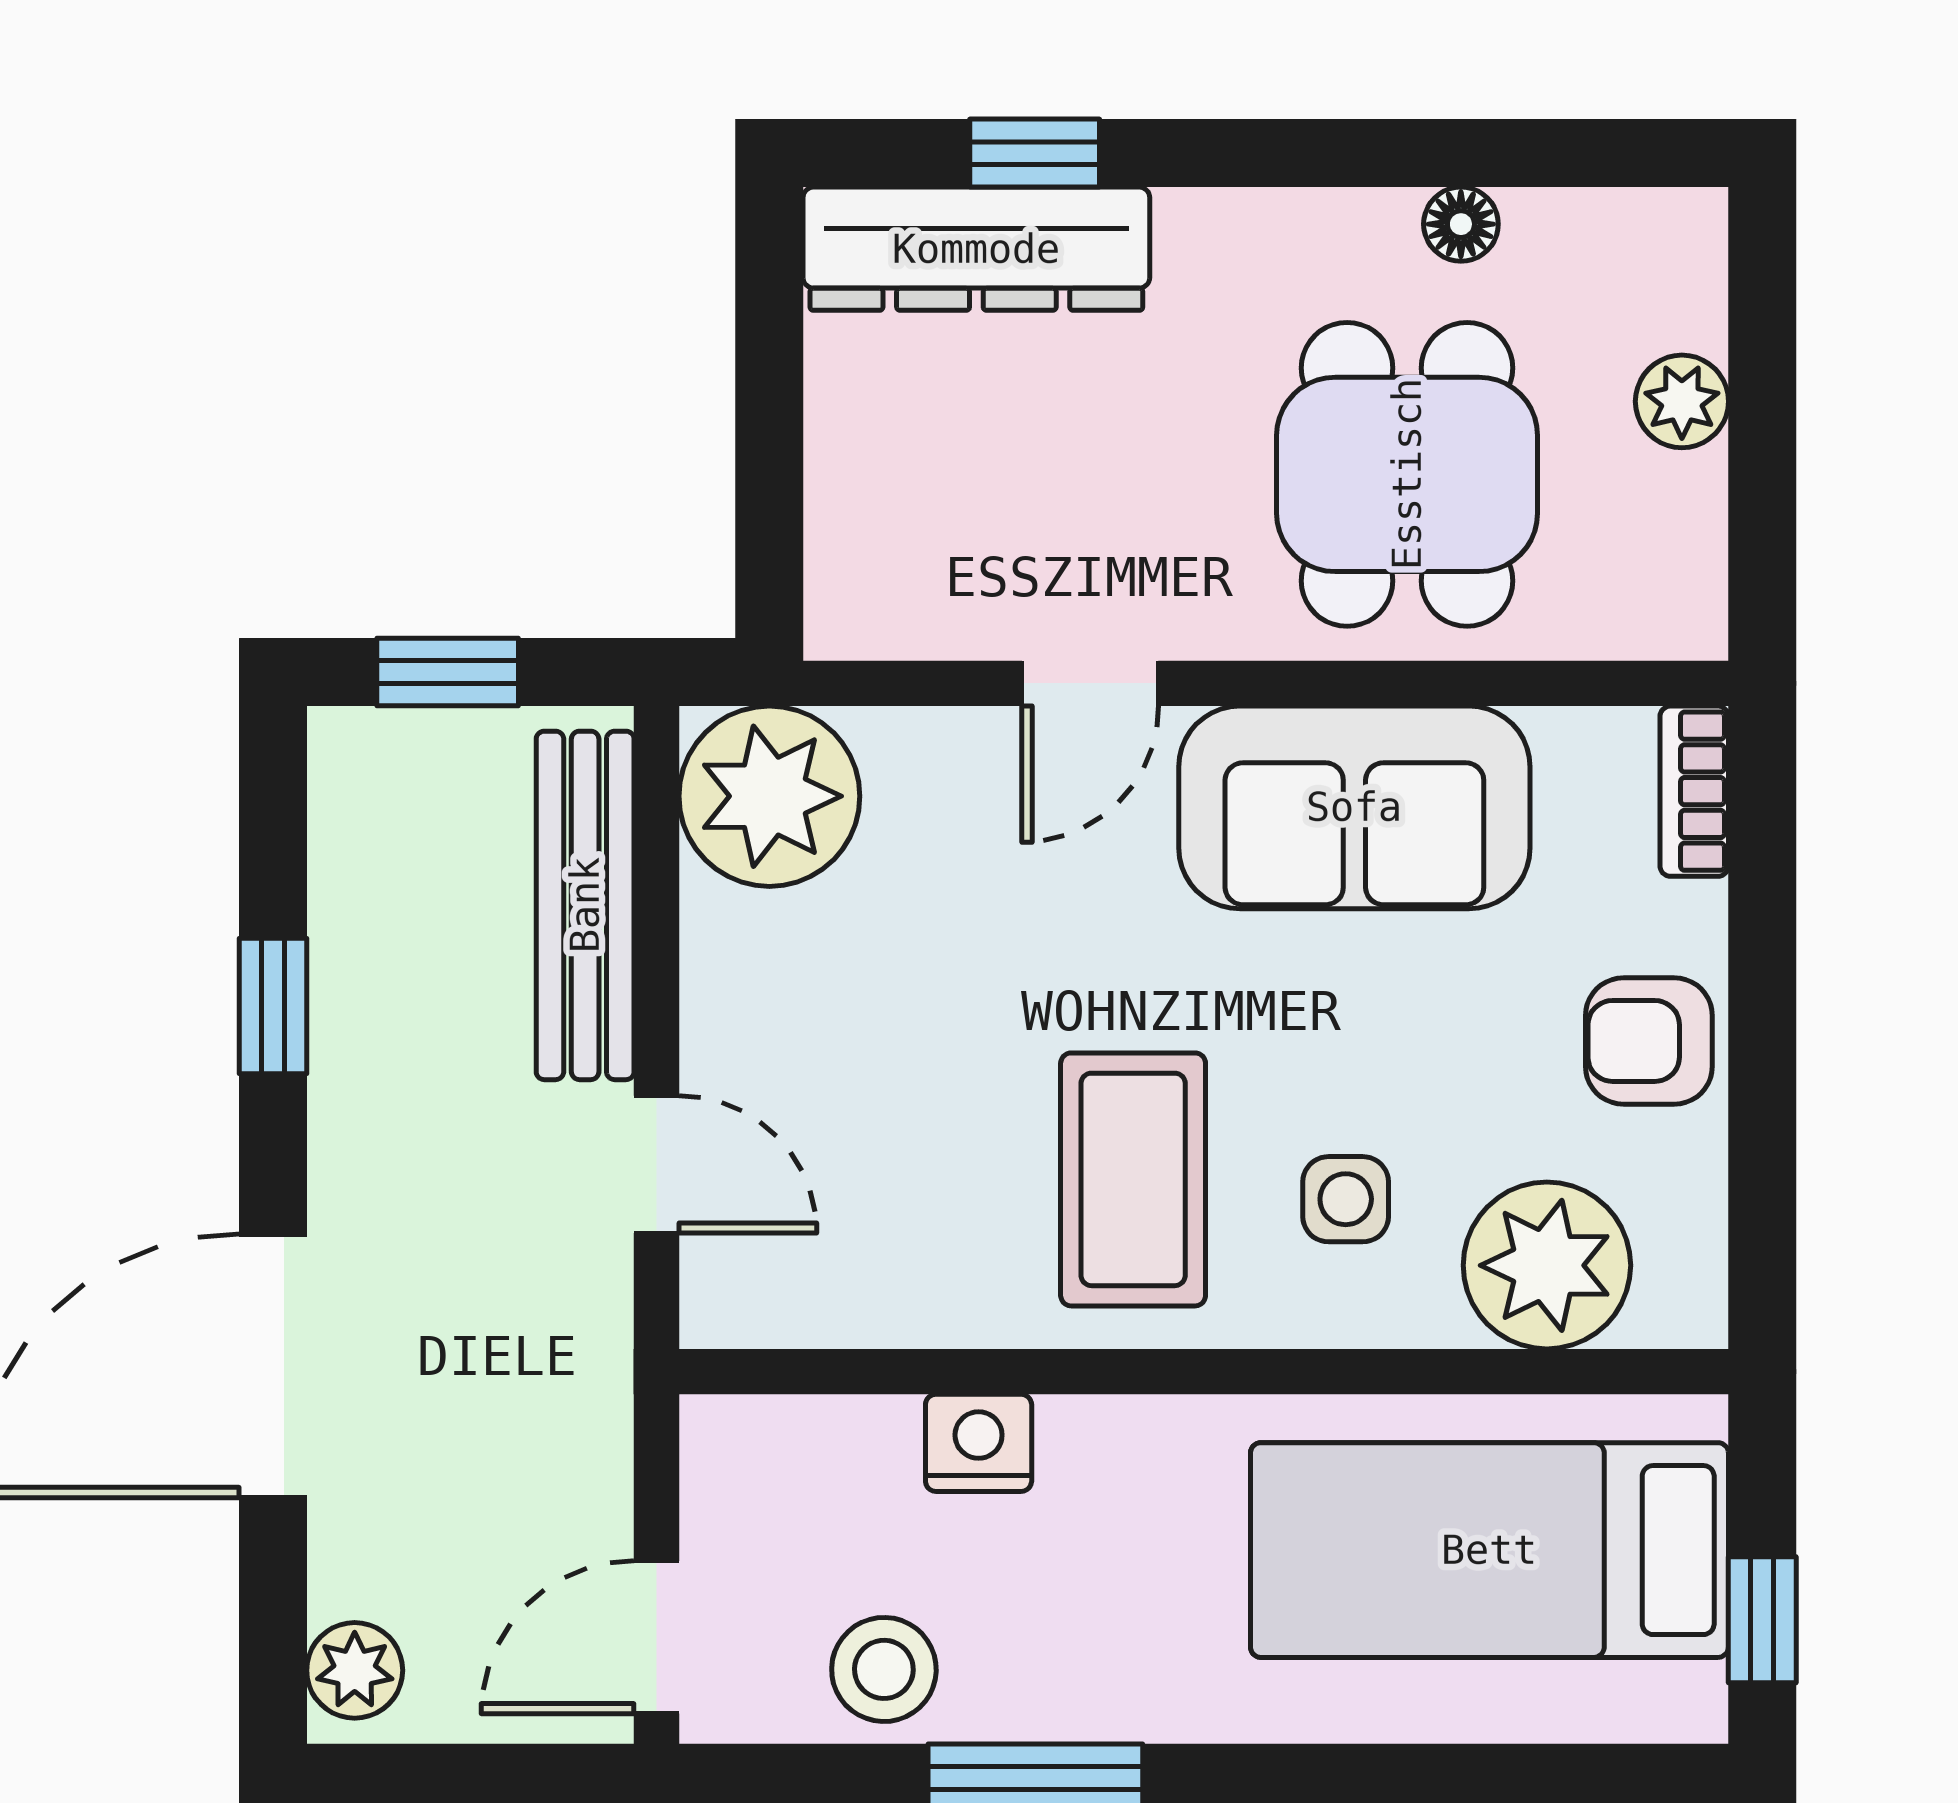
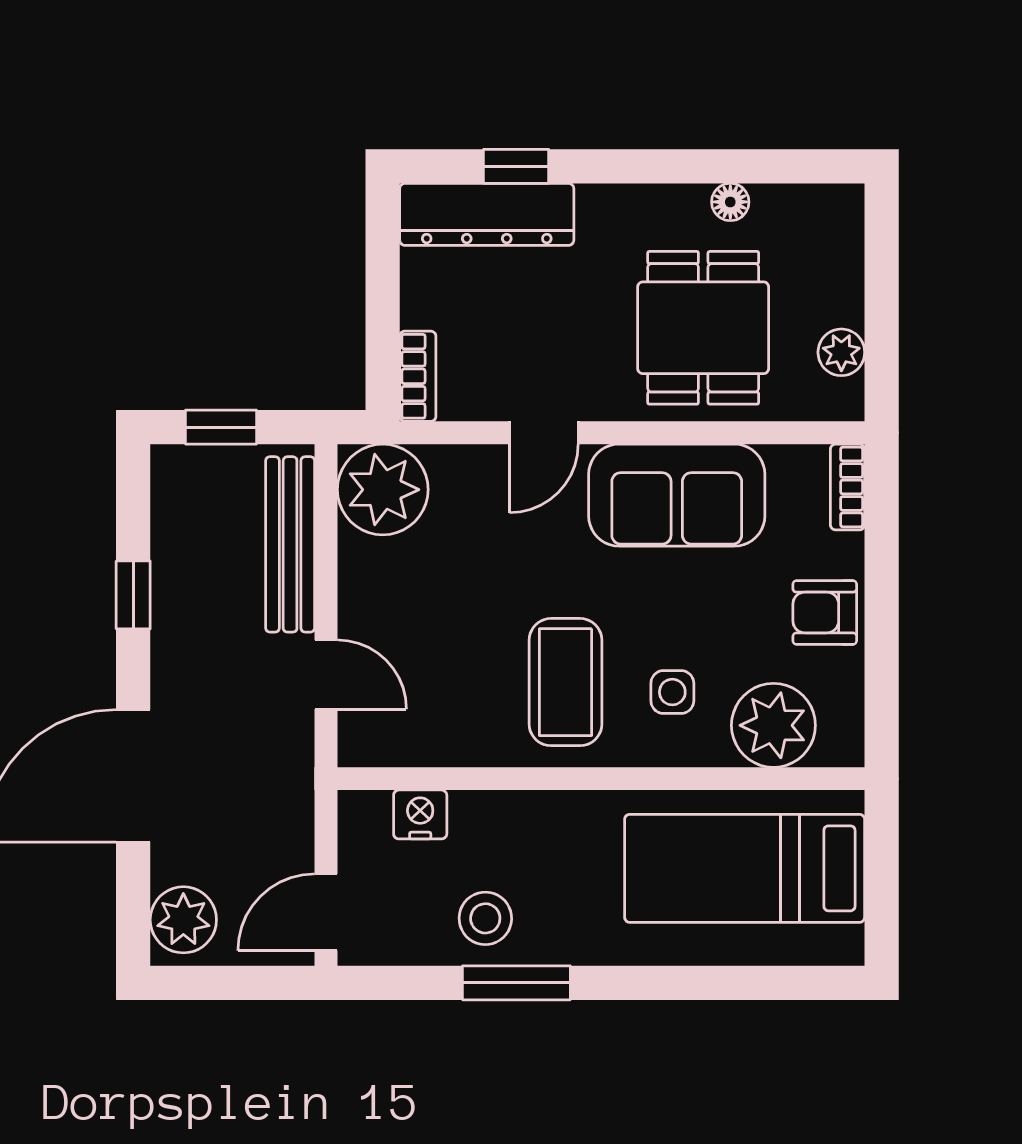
plant: (1682, 401) -> (841, 352), moved
bookcase: (839, 571) -> (418, 376), added
nightstand: (979, 1443) -> (420, 814), moved
window: (1762, 1620) -> (882, 903), removed
stool: (884, 1669) -> (485, 918), moved
plant: (355, 1670) -> (183, 920), width x1.38, depth x1.38

